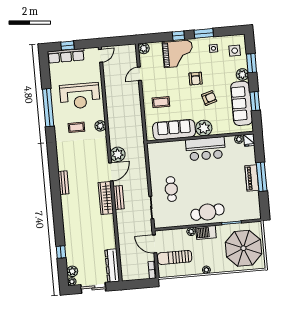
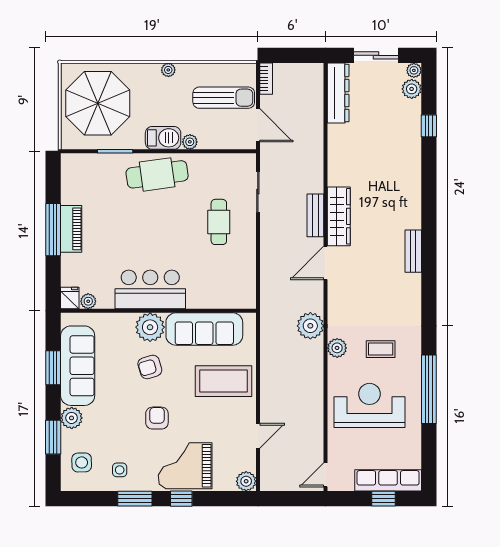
armchair: (209, 98) -> (150, 367), moved
coffee table: (161, 102) -> (224, 381), width x1.86, depth x1.72
plant: (118, 154) -> (310, 326), moved

